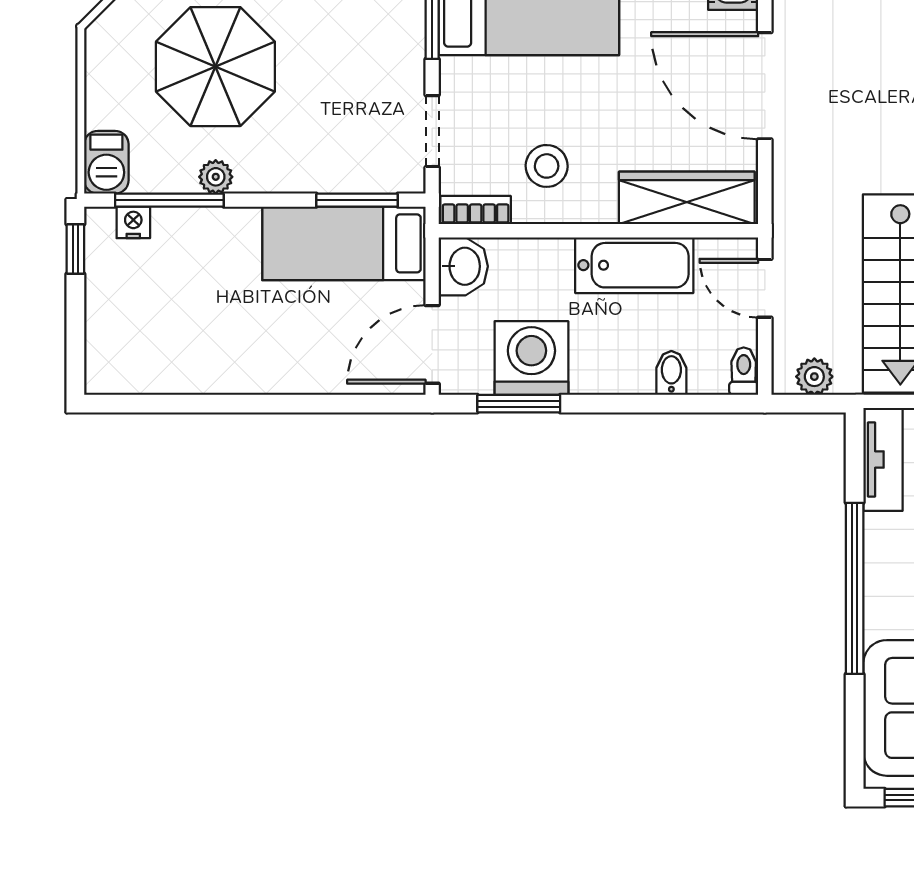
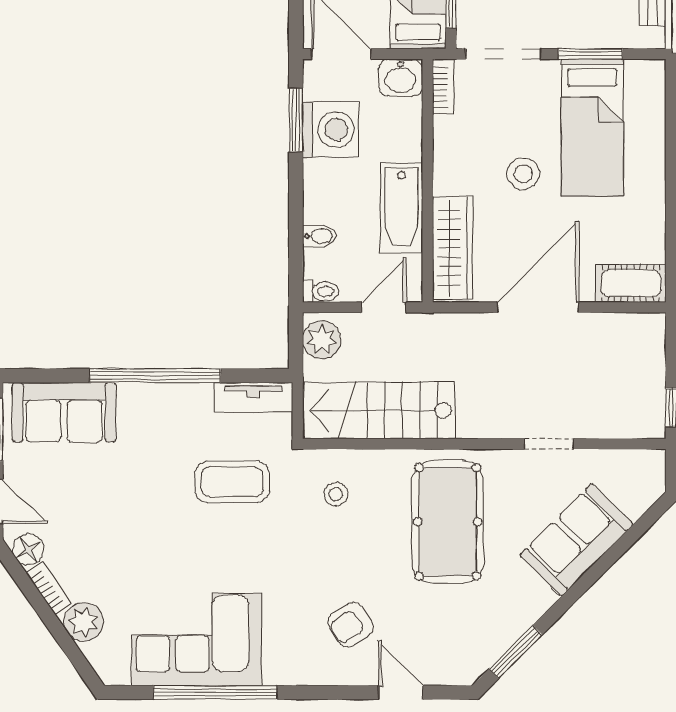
doorway: (432, 131) -> (503, 54), width x1.38
stool: (547, 166) -> (523, 174), moved
plant: (814, 377) -> (322, 340), width x1.38, depth x1.38

